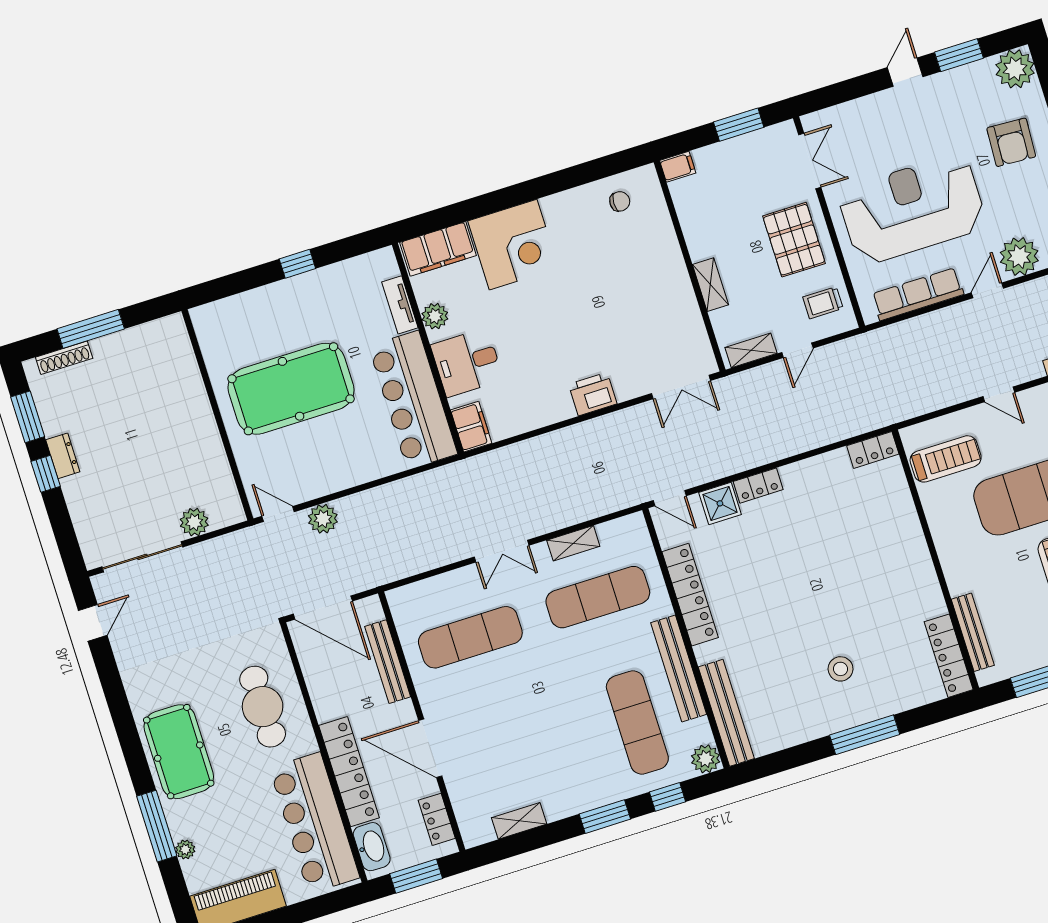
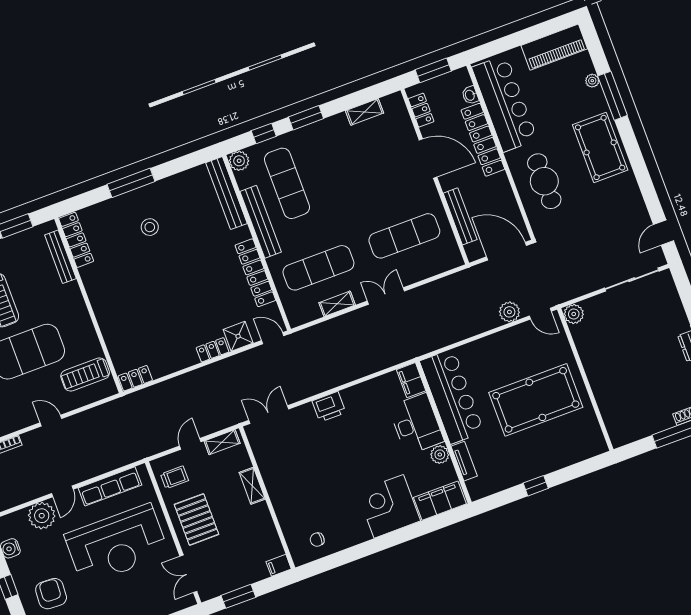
desk: (467, 362) -> (416, 424), width x1.37
plant: (194, 522) -> (574, 314), moved
washbasin: (372, 847) -> (470, 95), width x0.52, depth x0.69

